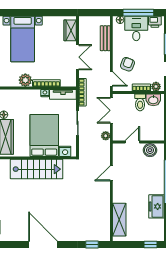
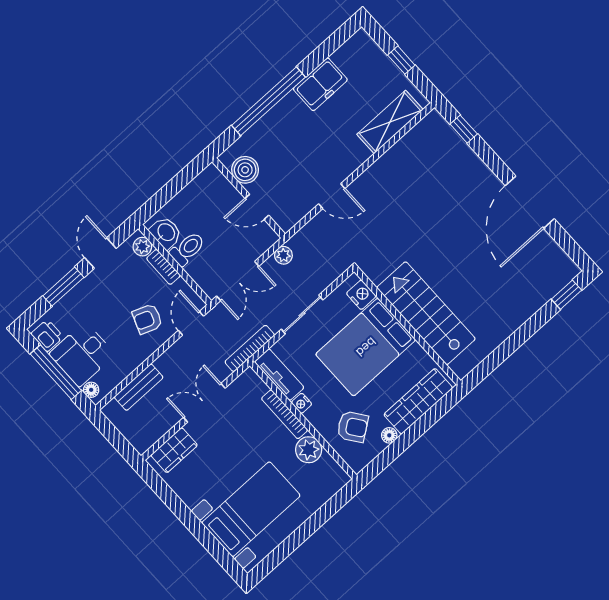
armchair: (19, 104) -> (353, 427), added
window: (151, 245) -> (401, 60), moved

